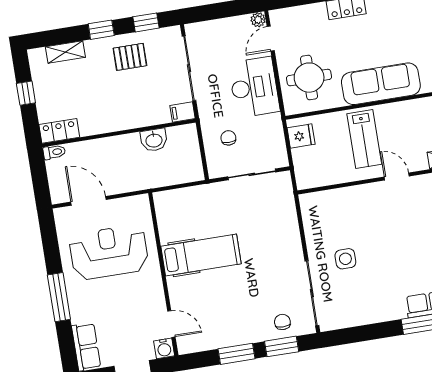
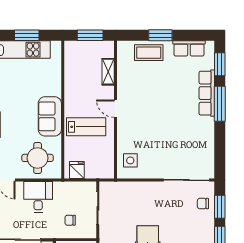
sofa: (381, 84) -> (50, 116), width x0.73
desk: (254, 87) -> (38, 197), width x0.73
door: (397, 176) -> (115, 109), hinge flipped
side table: (345, 259) -> (130, 160), moved

